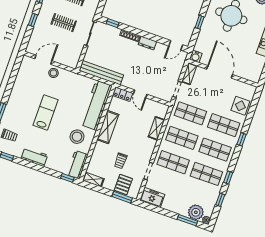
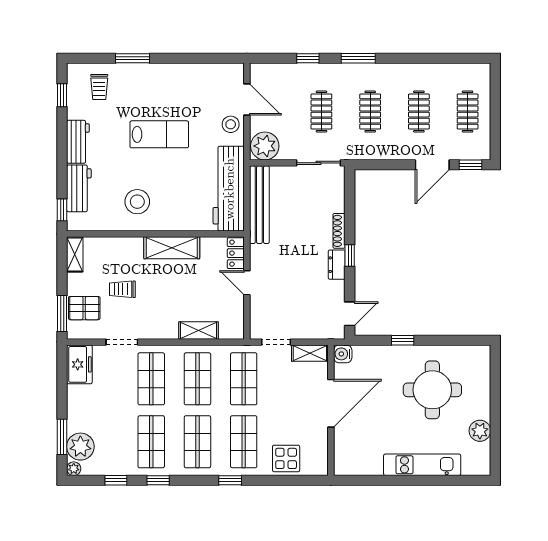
window: (113, 23) -> (350, 256), moved
door: (176, 45) -> (350, 314), swing flipped
plant: (71, 59) -> (265, 146), added
door: (140, 94) -> (247, 283), hinge flipped
workbench: (96, 105) -> (229, 189), moved, turned -90
workbench: (77, 165) -> (79, 188), moved, turned 90

